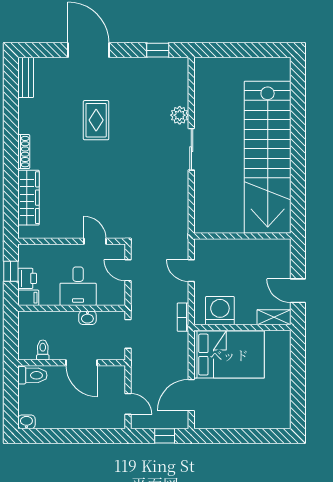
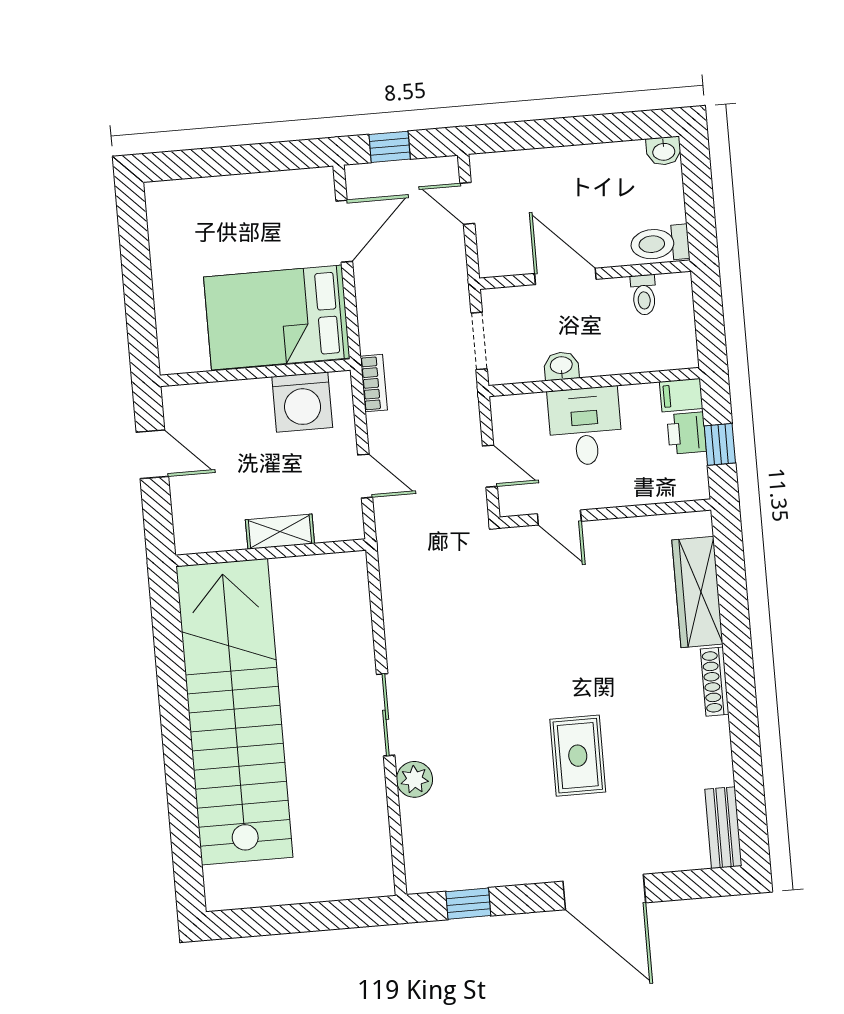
shelving: (274, 317) -> (280, 532), moved

